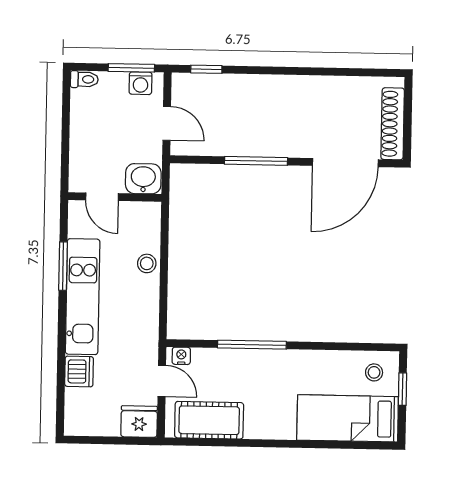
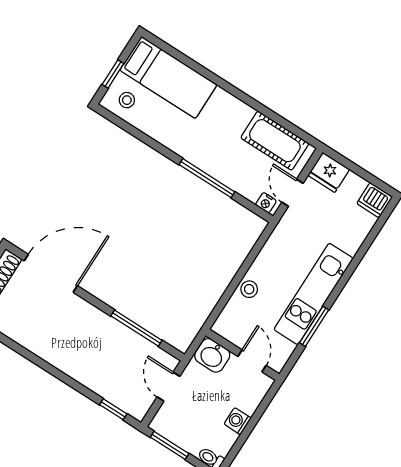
washing machine: (141, 83) -> (238, 421), moved, turned -90
window: (256, 161) -> (136, 328), moved
dishwasher: (79, 371) -> (375, 200), moved, turned -90

